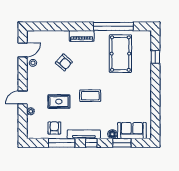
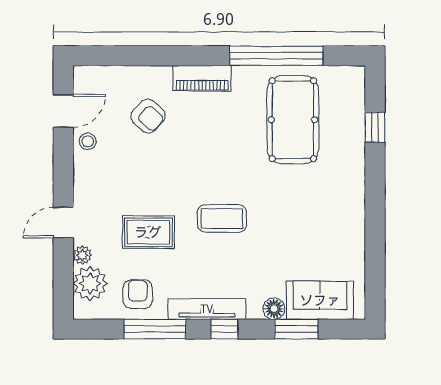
armchair: (64, 62) -> (148, 116), moved
plant: (34, 123) -> (90, 283), added

